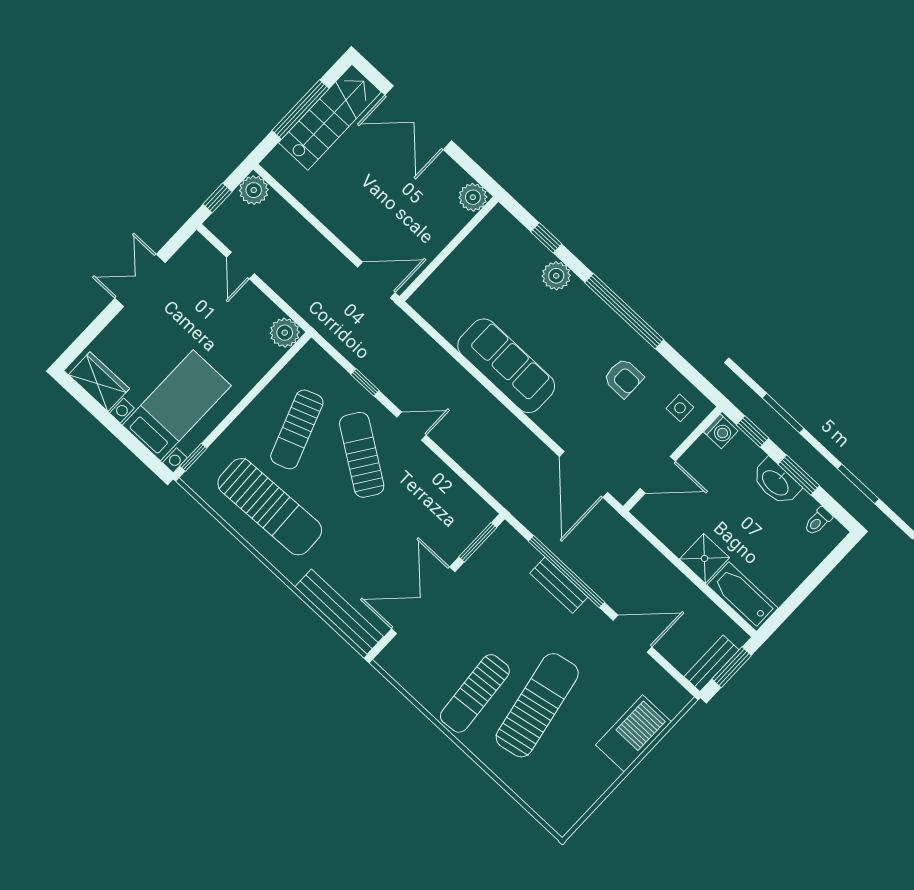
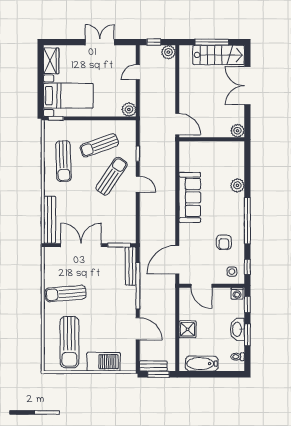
window: (546, 238) -> (247, 267), moved
sun lounger: (270, 507) -> (64, 161), width x0.73, depth x0.75
bench: (559, 585) -> (131, 266), moved, width x1.36
bathtub: (743, 597) -> (202, 364), moved, turned -90
sun lounger: (537, 705) -> (69, 342), moved, turned 101

